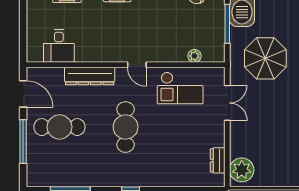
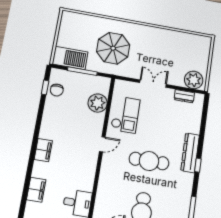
plant: (194, 56) -> (98, 103), width x1.88, depth x1.88
dresser: (90, 76) -> (190, 153), moved, turned 180
double door: (227, 103) -> (153, 84), moved

